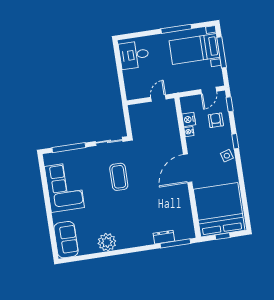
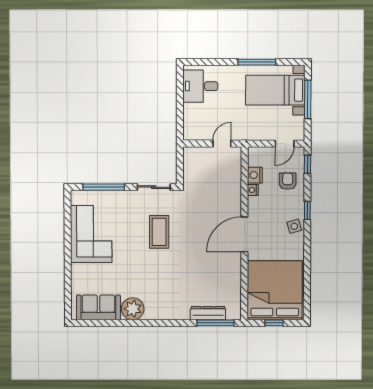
dresser: (164, 237) -> (208, 313), width x1.44
sofa: (66, 240) -> (98, 307), moved, turned -90

